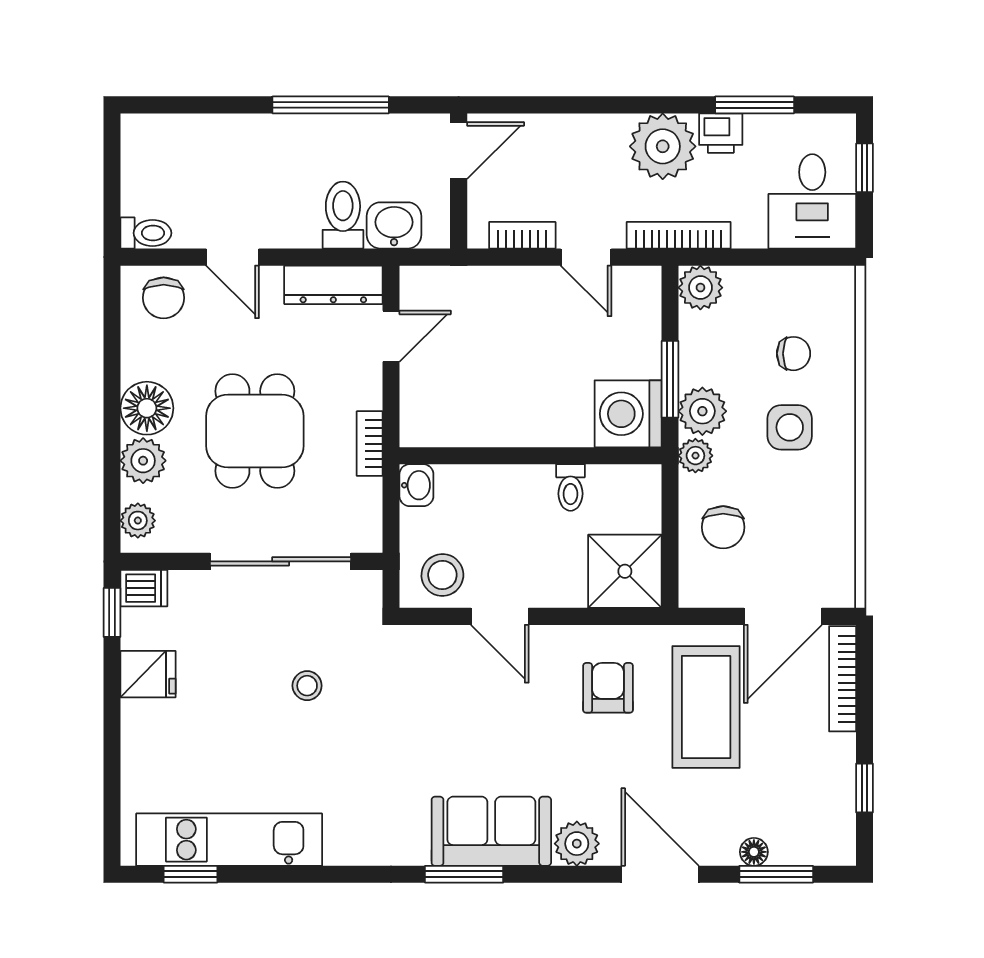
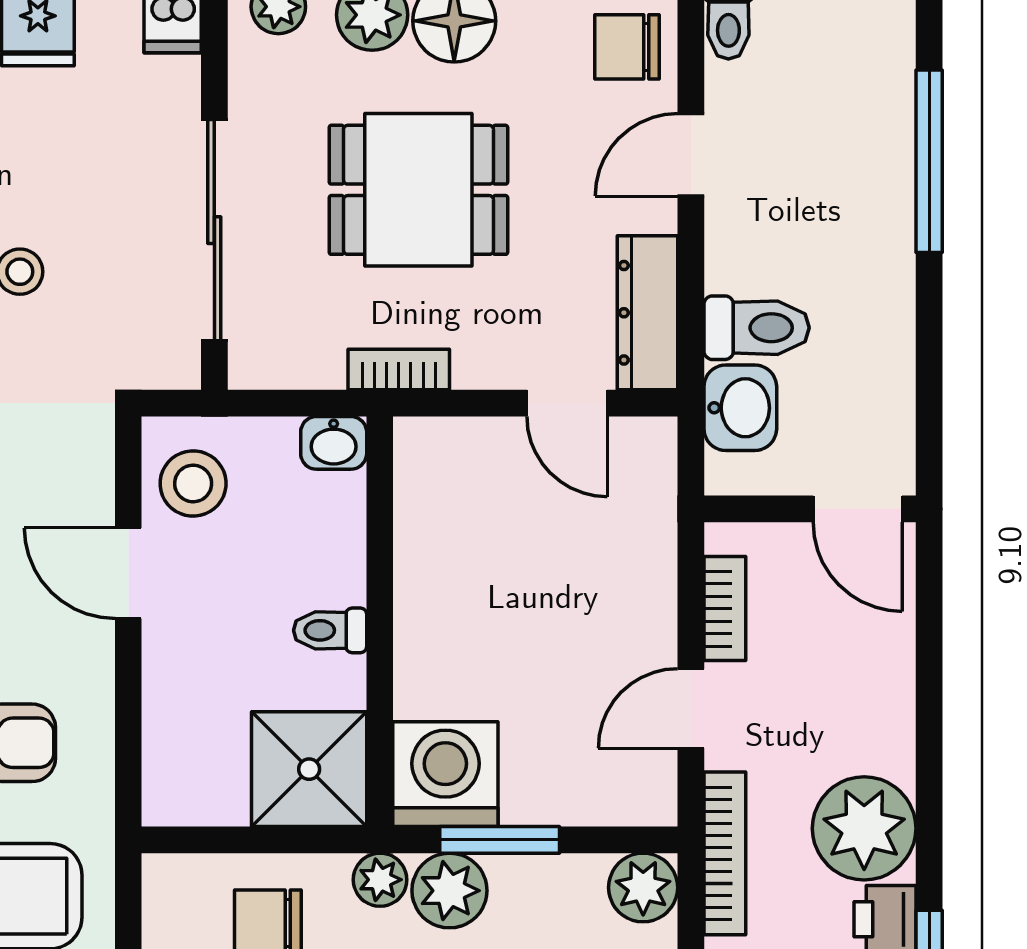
window: (331, 105) -> (929, 161), moved
toilet: (570, 488) -> (330, 630), moved
shower: (625, 571) -> (309, 769), moved
door: (500, 616) -> (128, 573), hinge flipped

